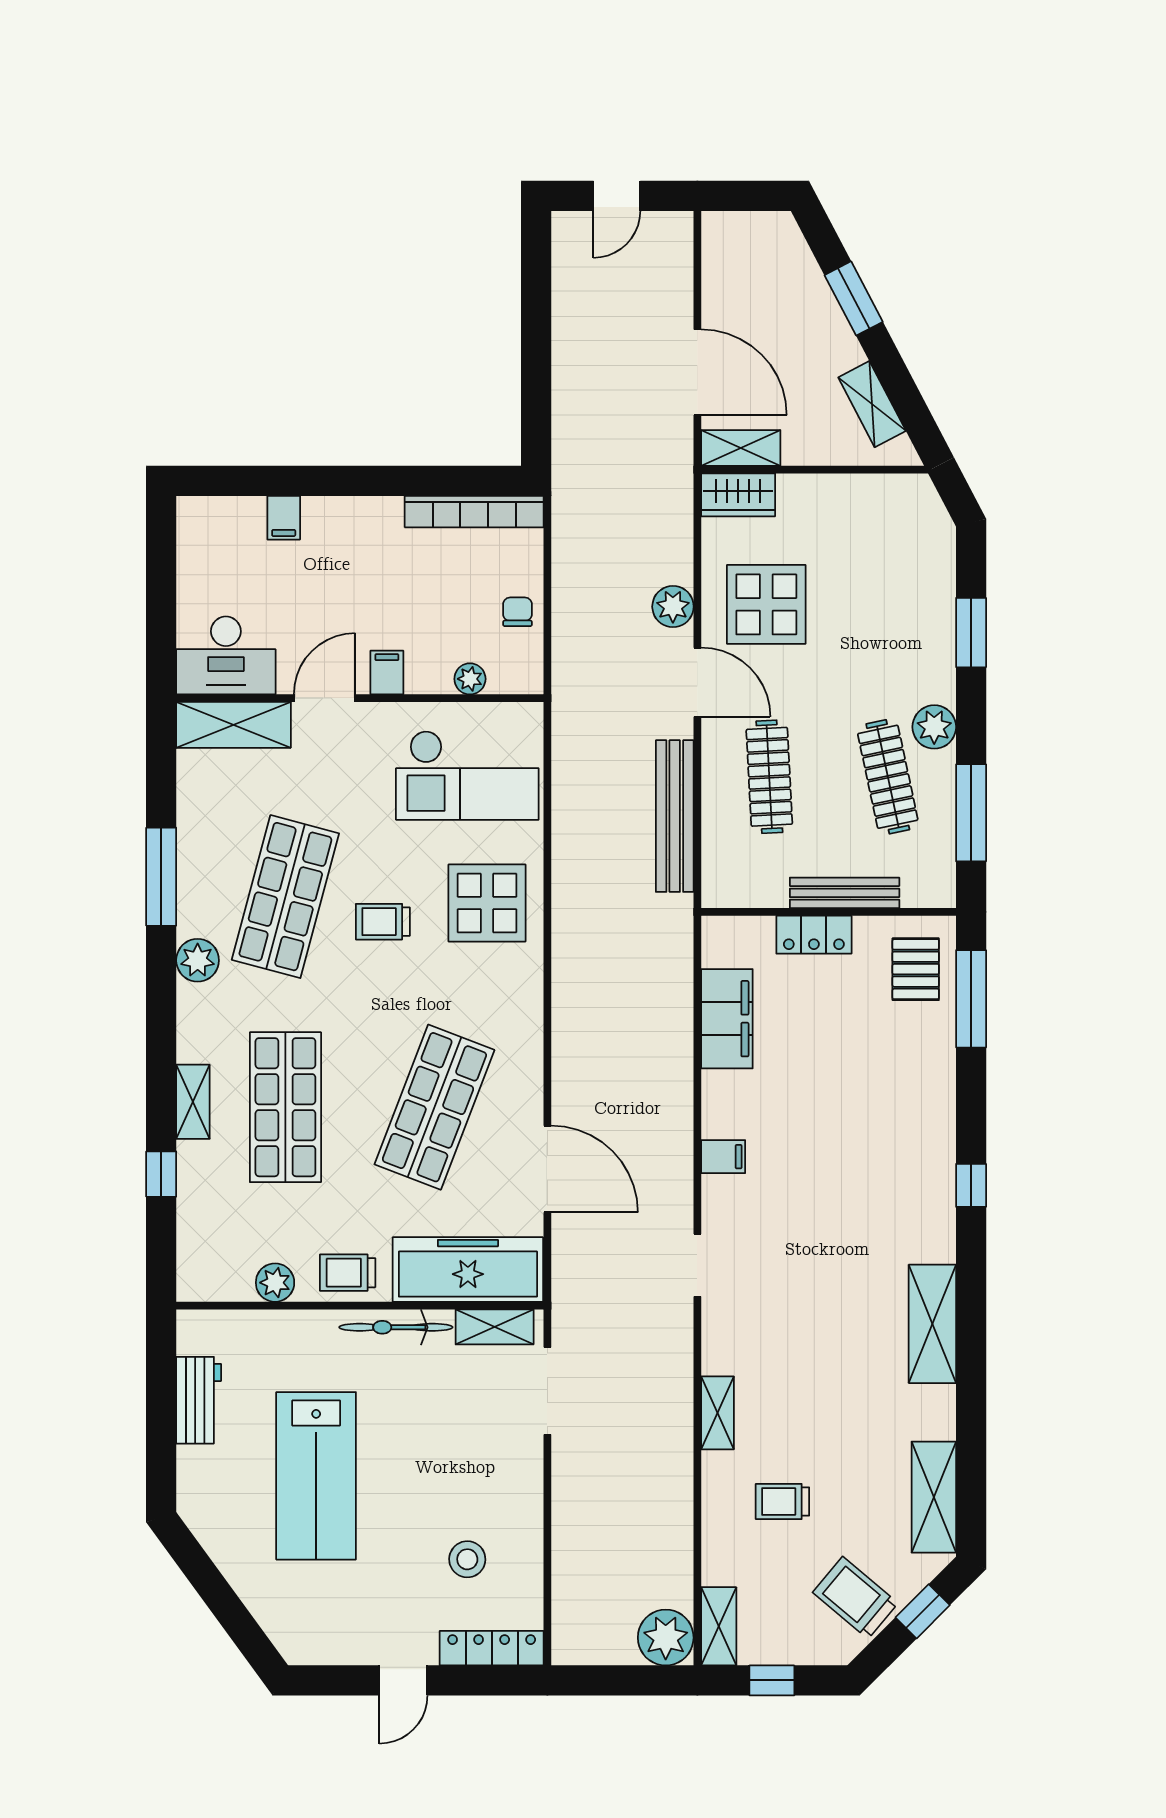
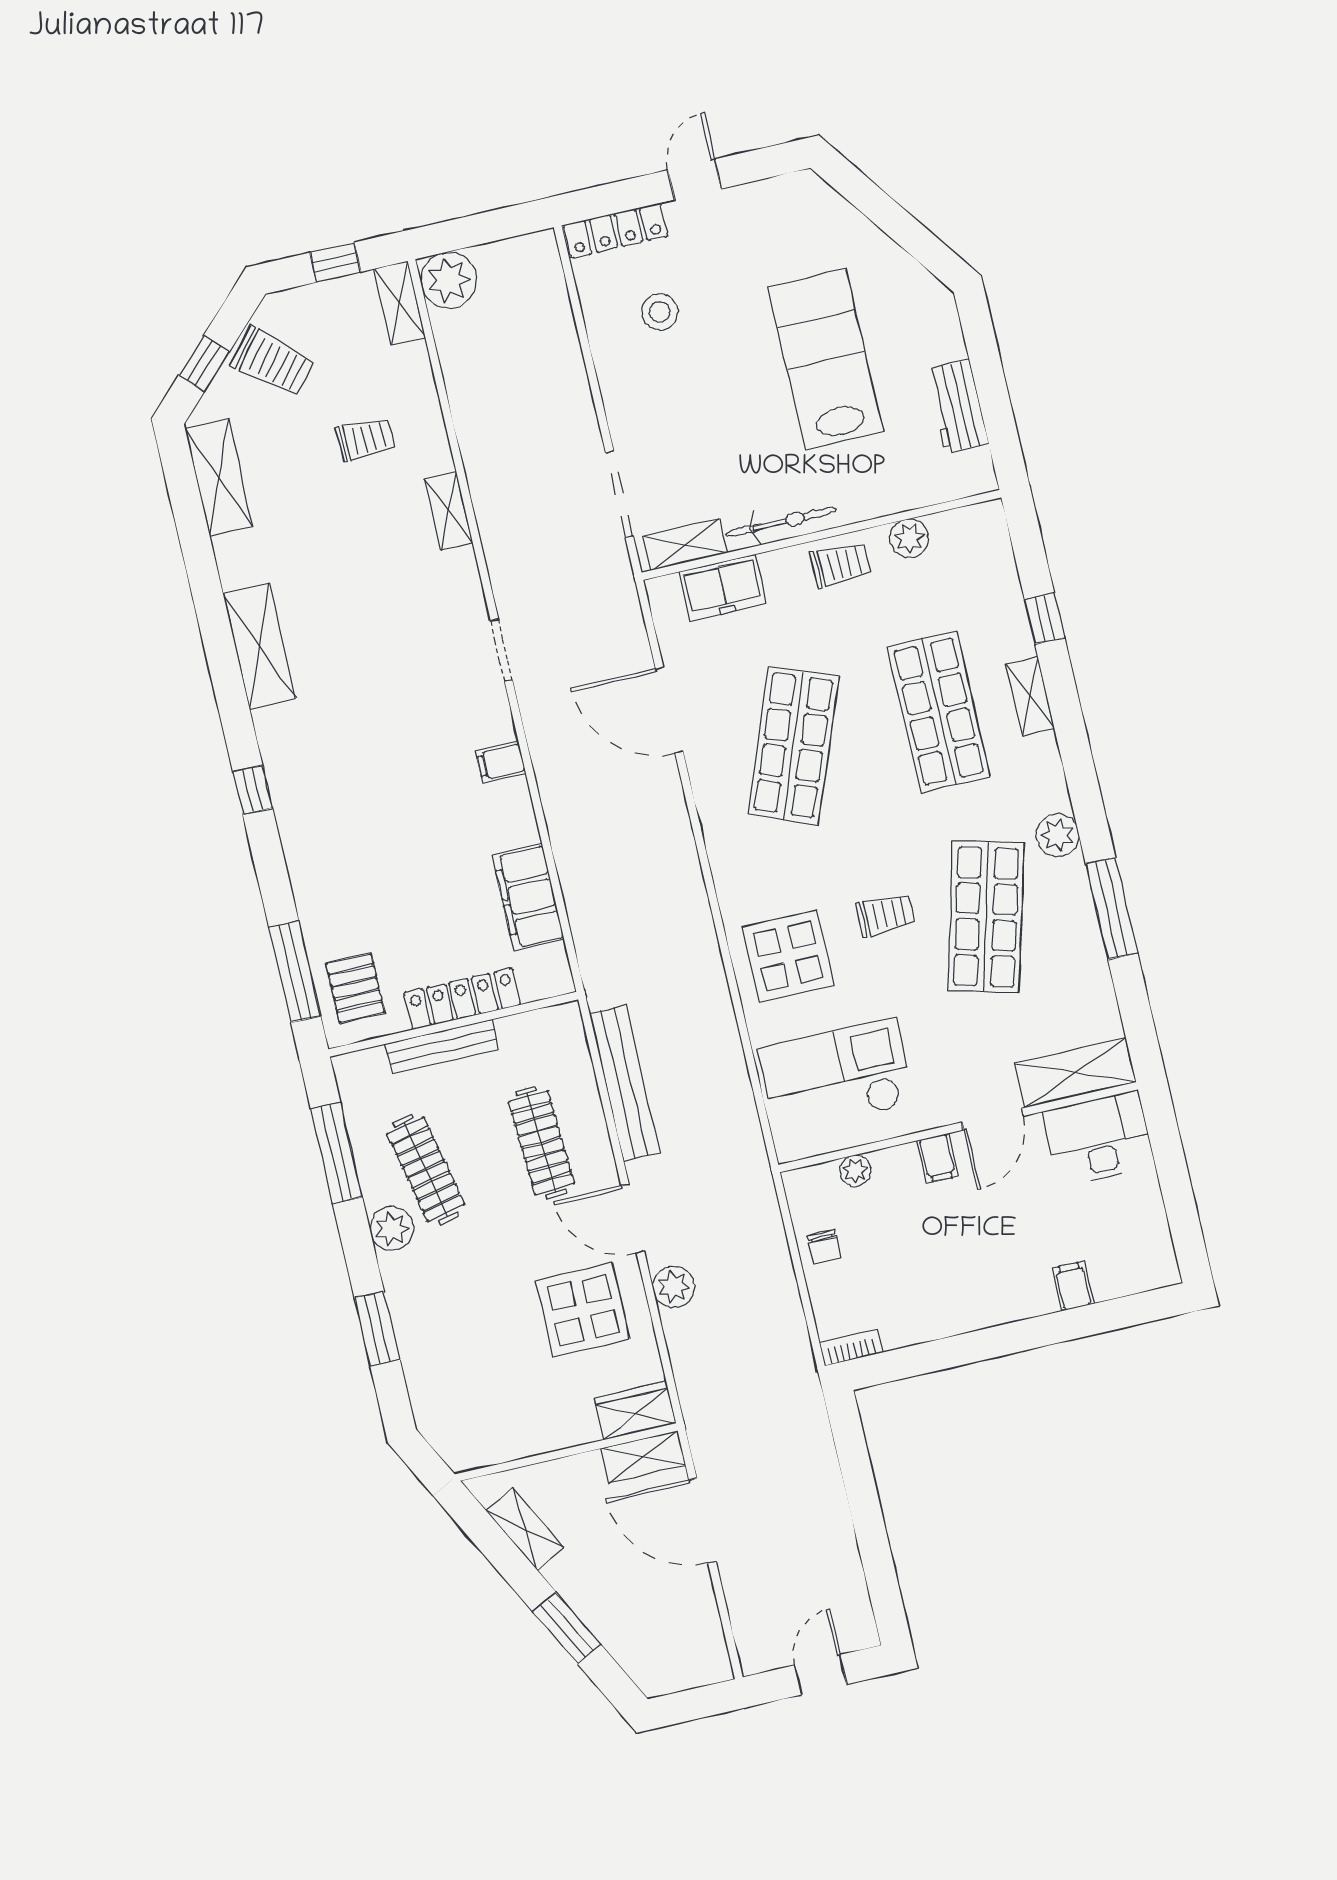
bookcase: (474, 512) -> (851, 1347), width x0.43, depth x0.76
locker: (814, 935) -> (462, 999), width x1.53
freezer: (468, 1270) -> (723, 588), width x0.52, depth x0.79

